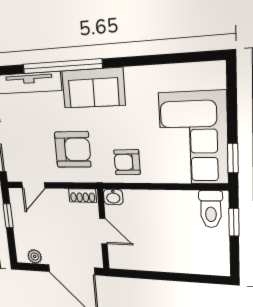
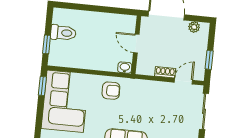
armchair: (73, 150) -> (148, 103), removed
shoe rack: (83, 196) -> (165, 72), moved
toilet: (211, 209) -> (63, 33), moved, turned 90

